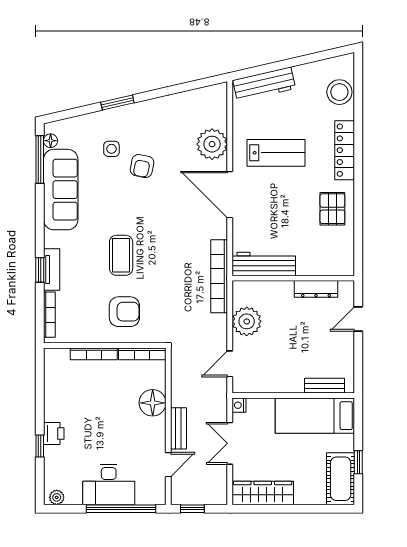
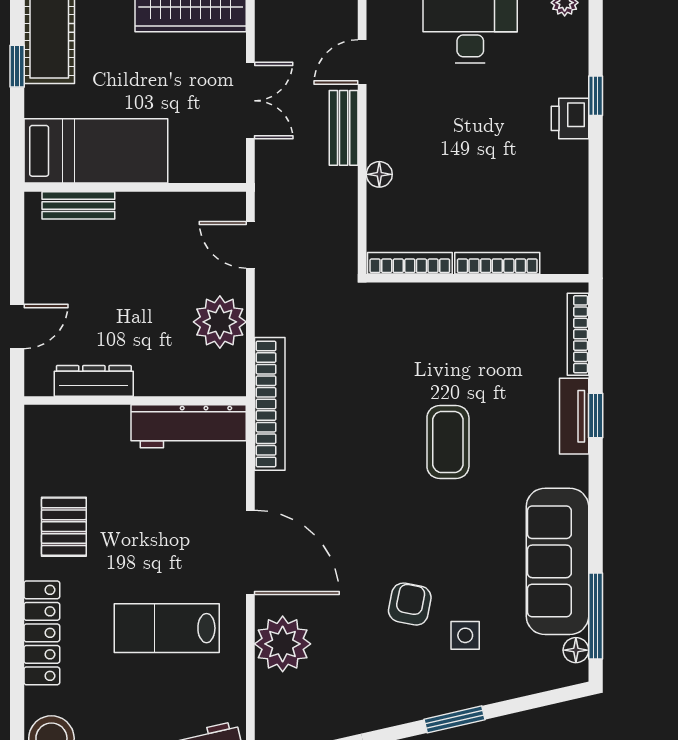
armchair: (124, 312) -> (442, 340), removed
door: (230, 364) -> (250, 245), swing flipped
floor lamp: (153, 403) -> (379, 174), width x0.53, depth x0.53
nightstand: (239, 405) -> (234, 170), removed

